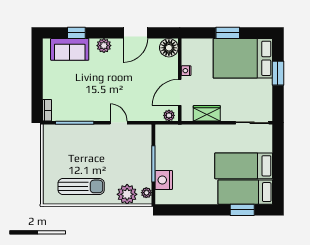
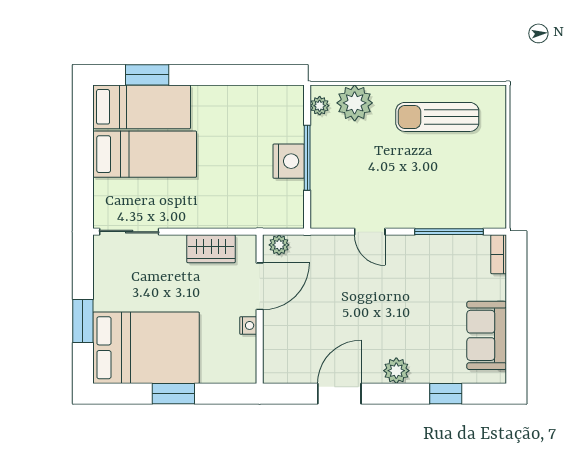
floor lamp: (169, 48) -> (279, 367), removed
sofa: (70, 49) -> (487, 335), moved, turned -90
nightstand: (164, 180) -> (289, 161), moved

